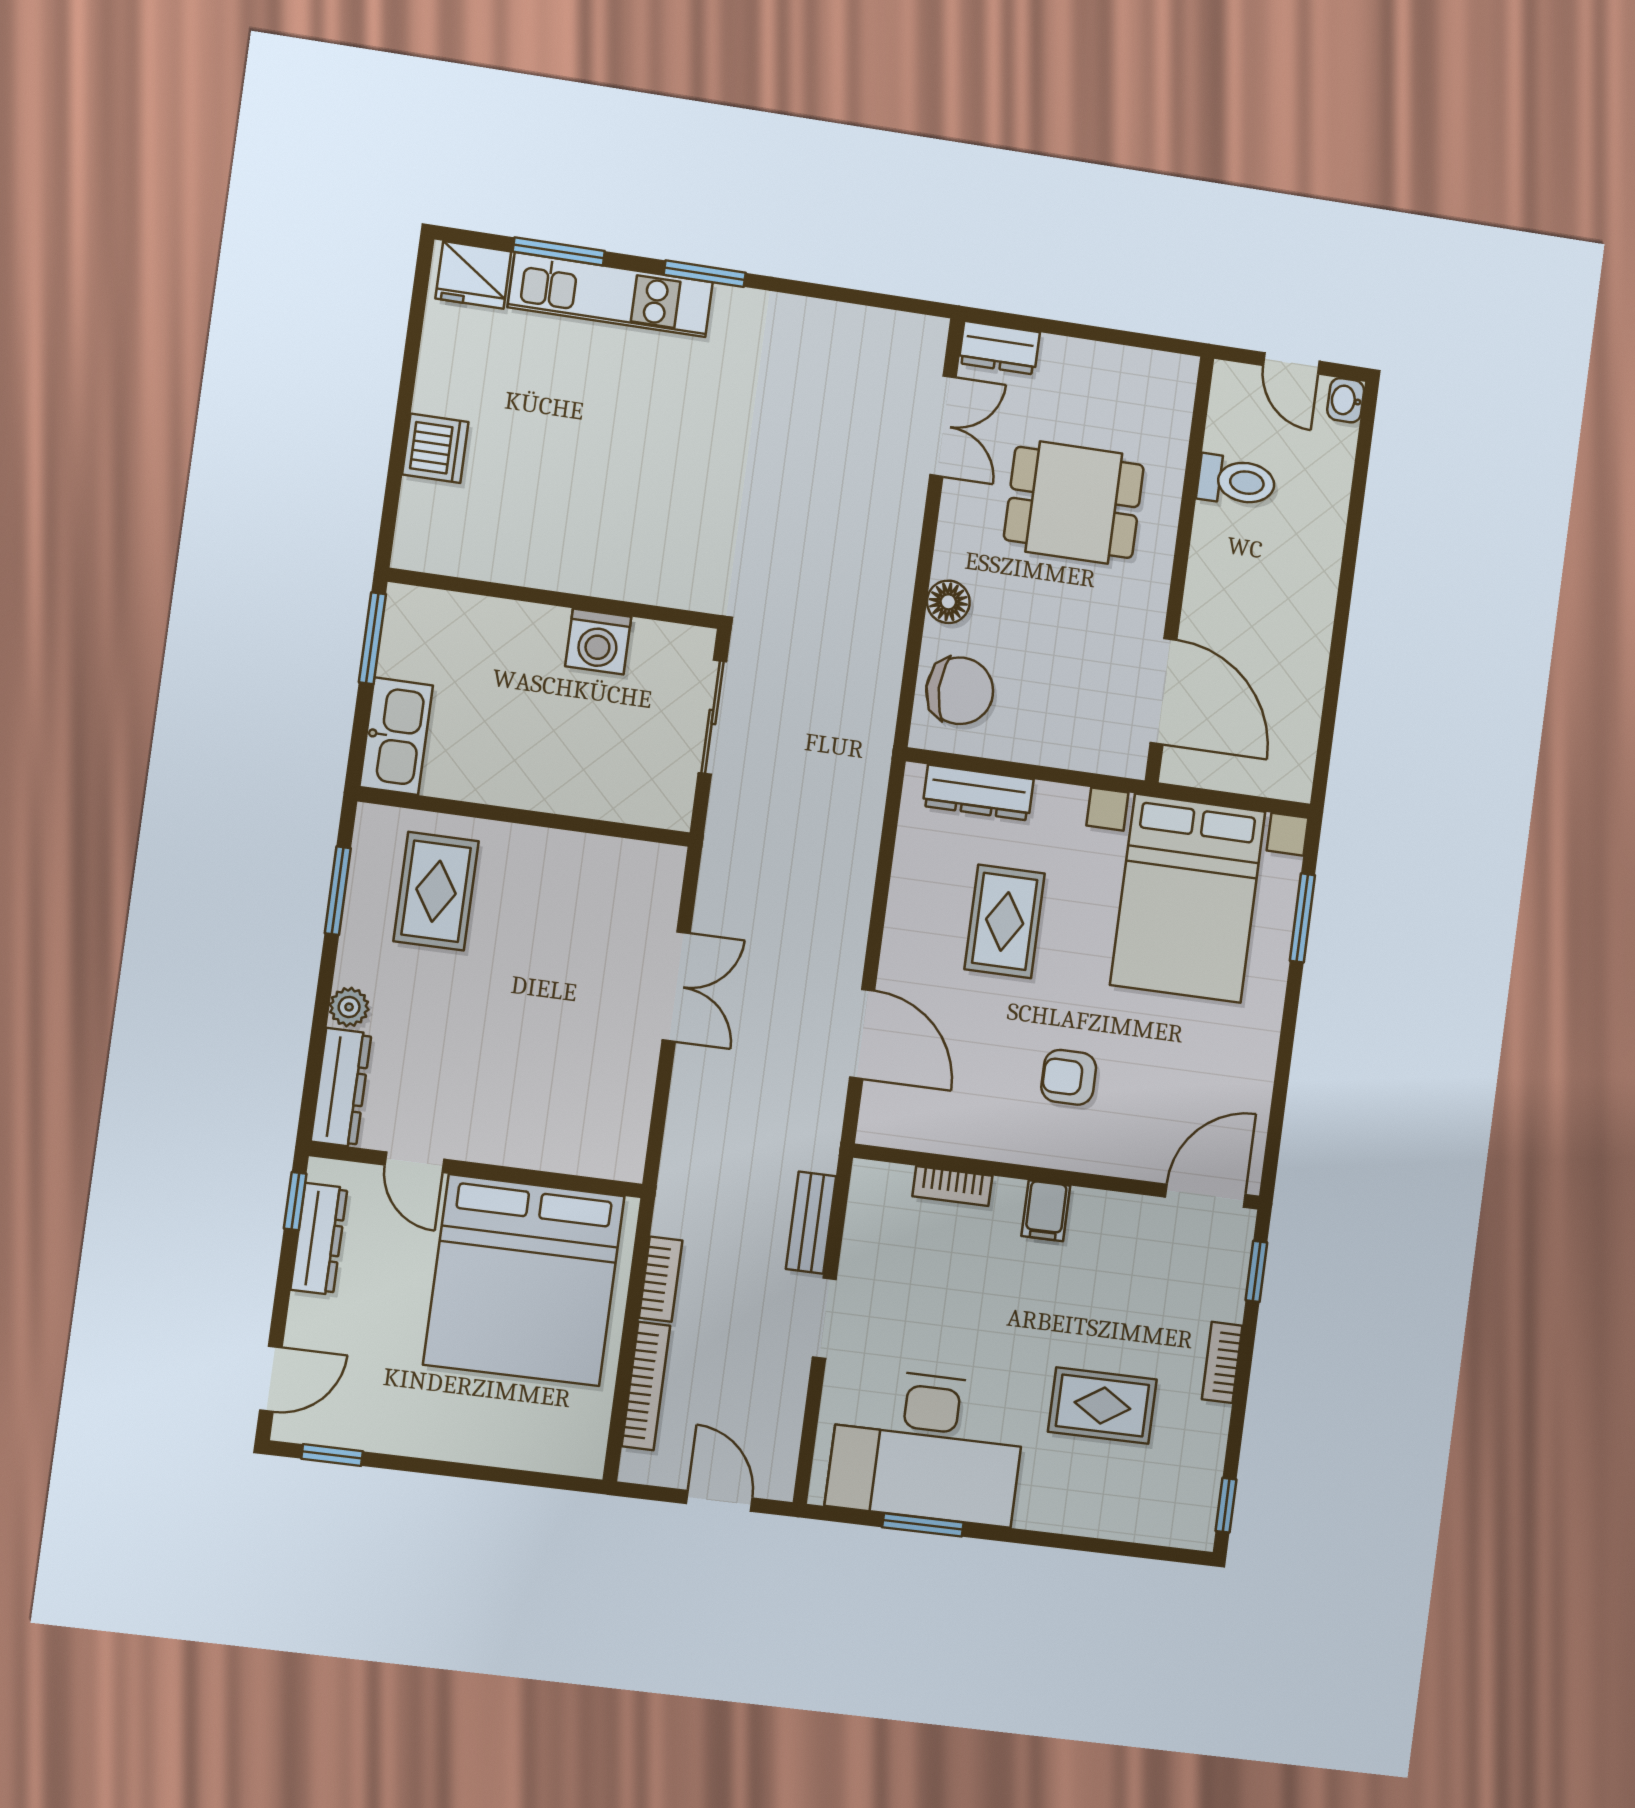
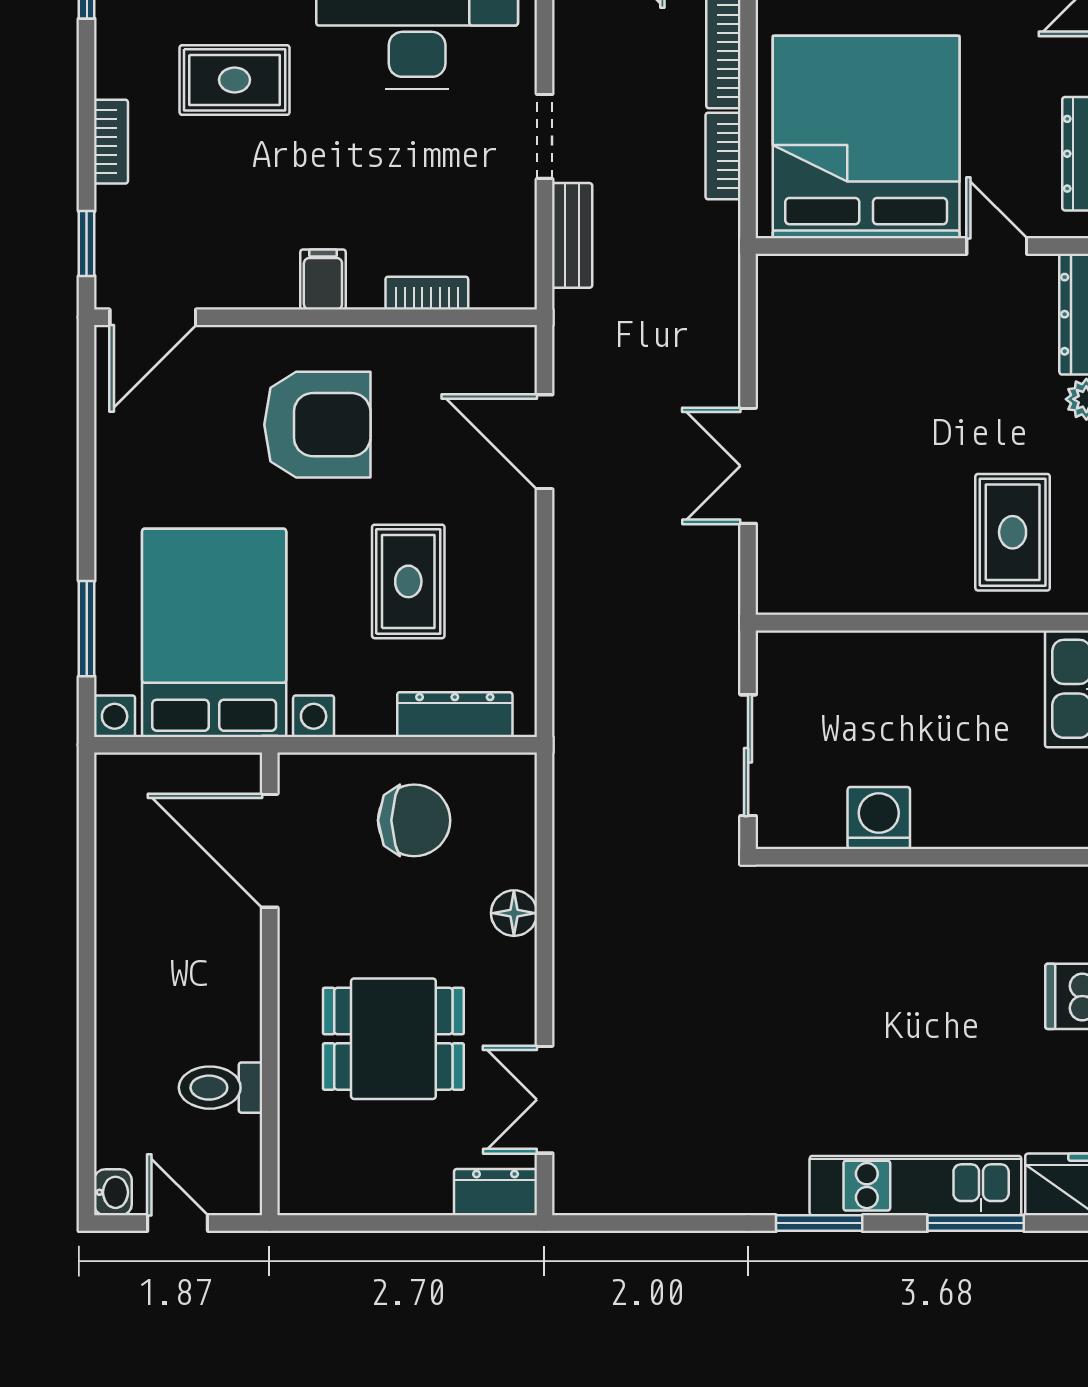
chair: (960, 691) -> (414, 820), moved, turned 180
armchair: (1069, 1077) -> (317, 425), width x1.88, depth x1.88

